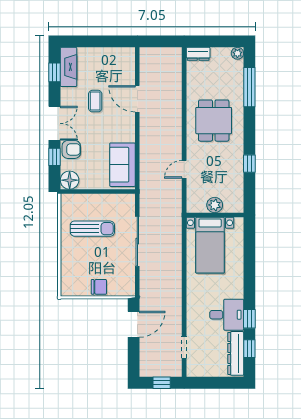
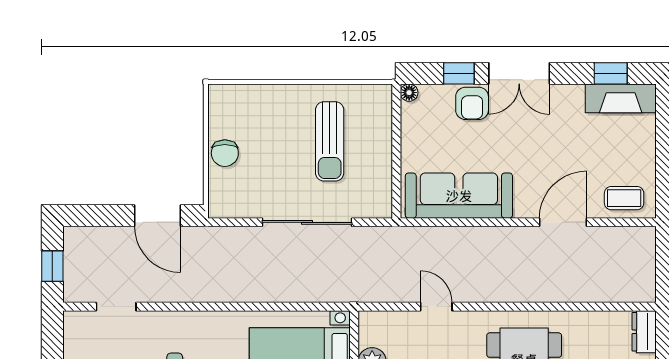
coffee table: (95, 101) -> (624, 198), moved
sofa: (122, 165) -> (459, 196), width x1.36
floor lamp: (70, 180) -> (409, 93), width x0.53, depth x0.53

